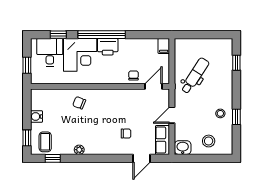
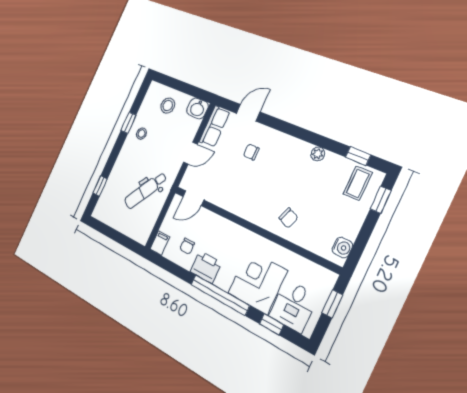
printer: (108, 47) -> (206, 267), moved
chair: (133, 75) -> (187, 246), moved
water cooler: (36, 117) -> (342, 247), moved

